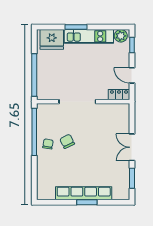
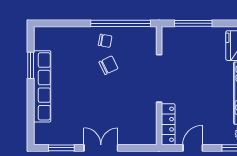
window: (34, 75) -> (193, 23), width x0.68
locker: (119, 95) -> (168, 124), width x1.53
window: (87, 202) -> (31, 65), moved

